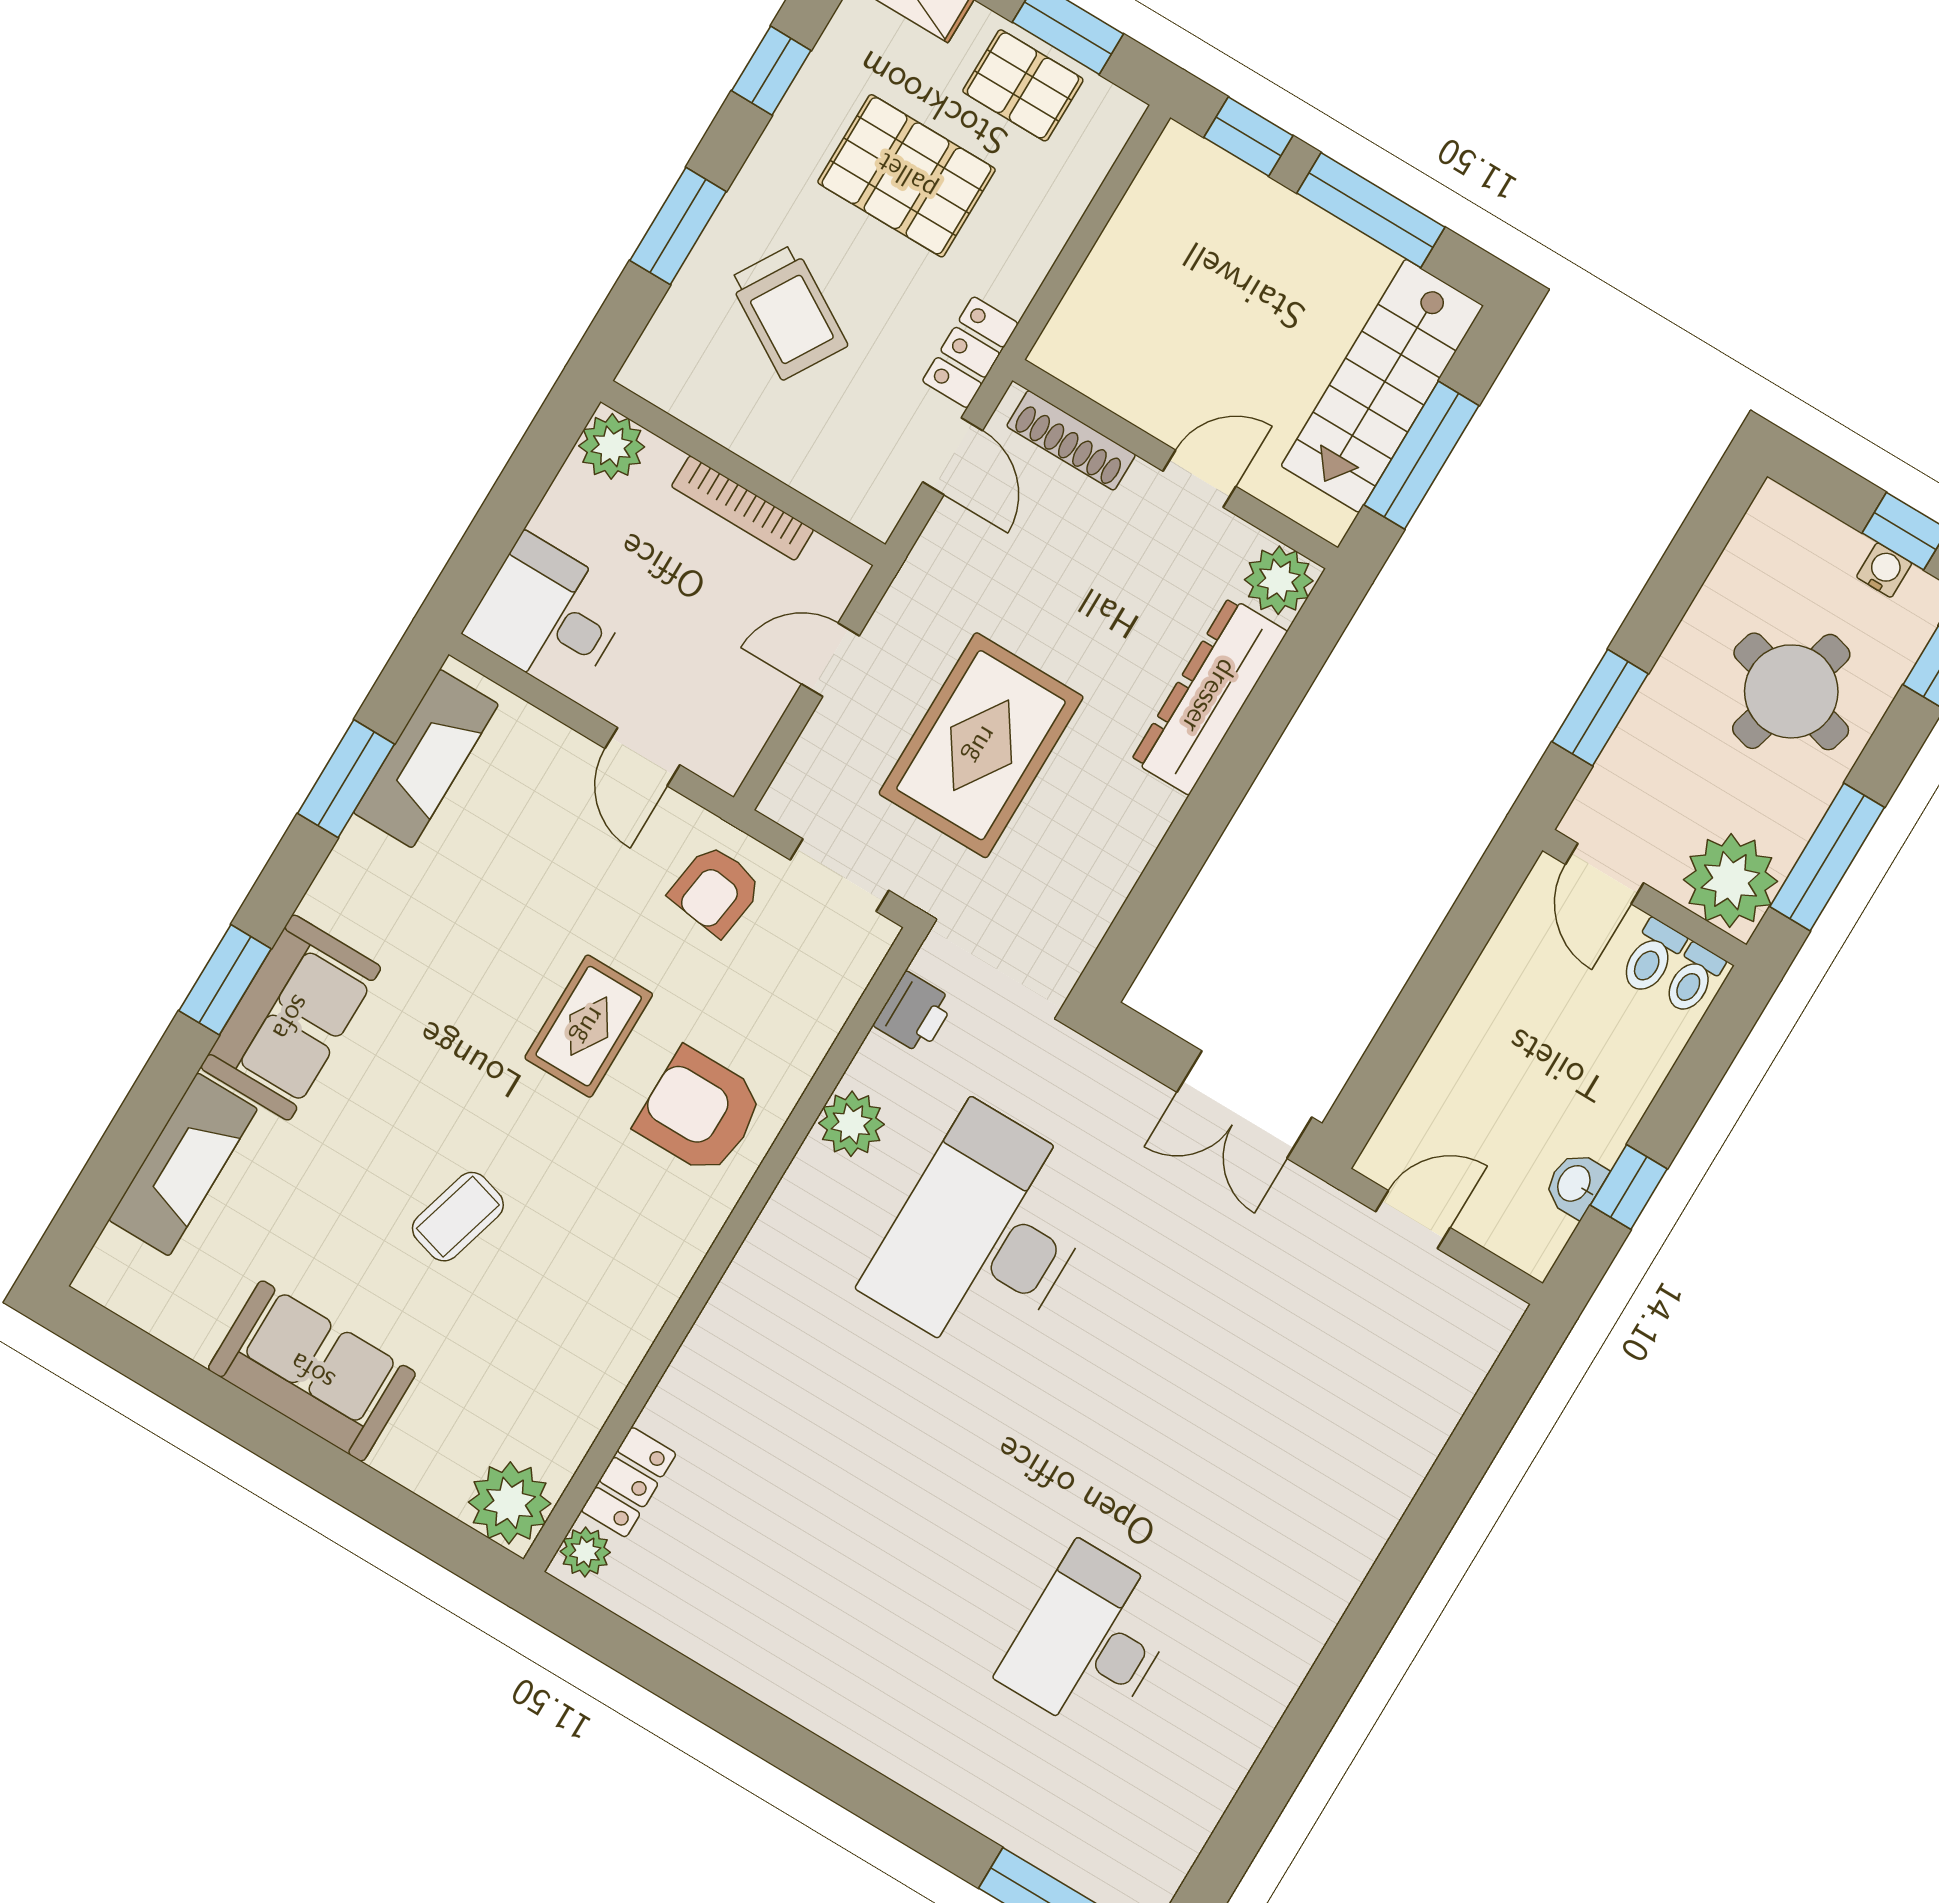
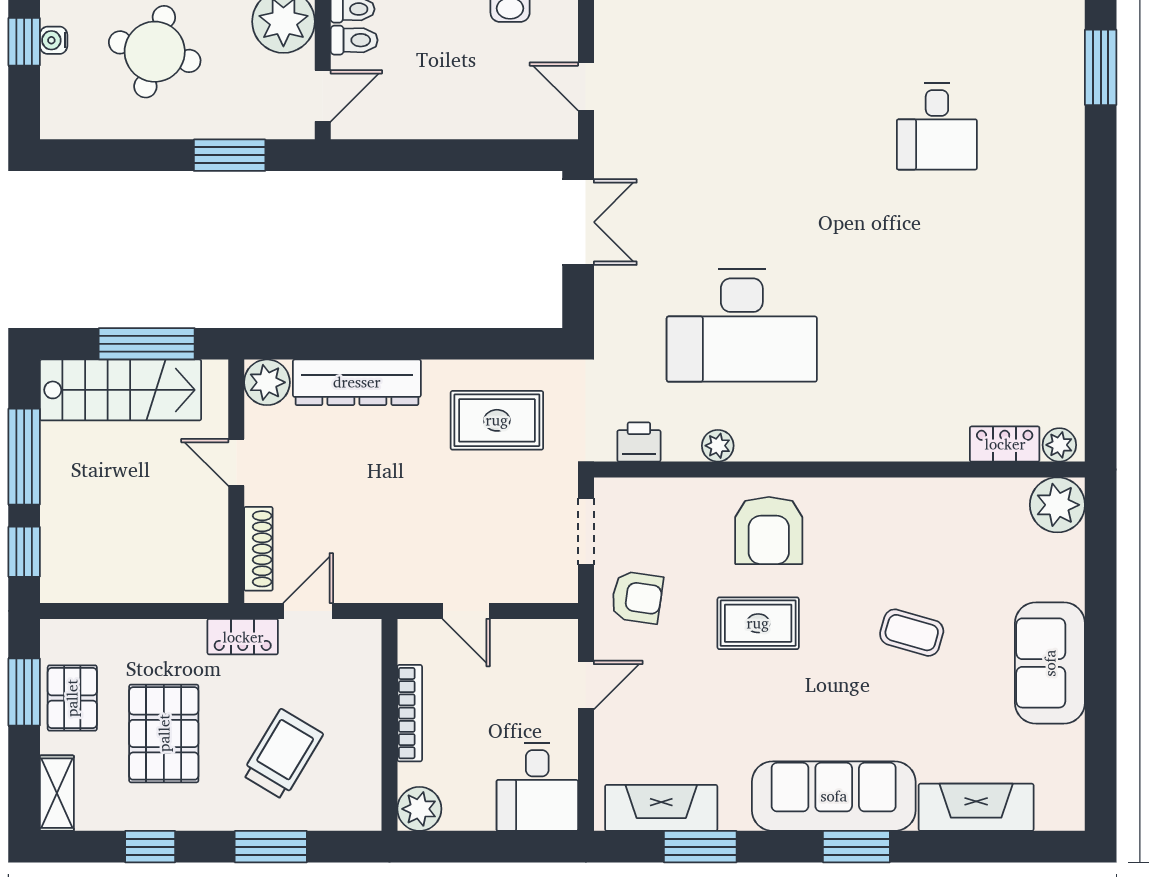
rug: (981, 745) -> (497, 420), moved, width x0.73, depth x0.70
sofa: (291, 1018) -> (834, 796), width x1.36
plant: (851, 1124) -> (718, 446), width x0.73, depth x0.73
desk: (1090, 1641) -> (937, 126), width x0.73

